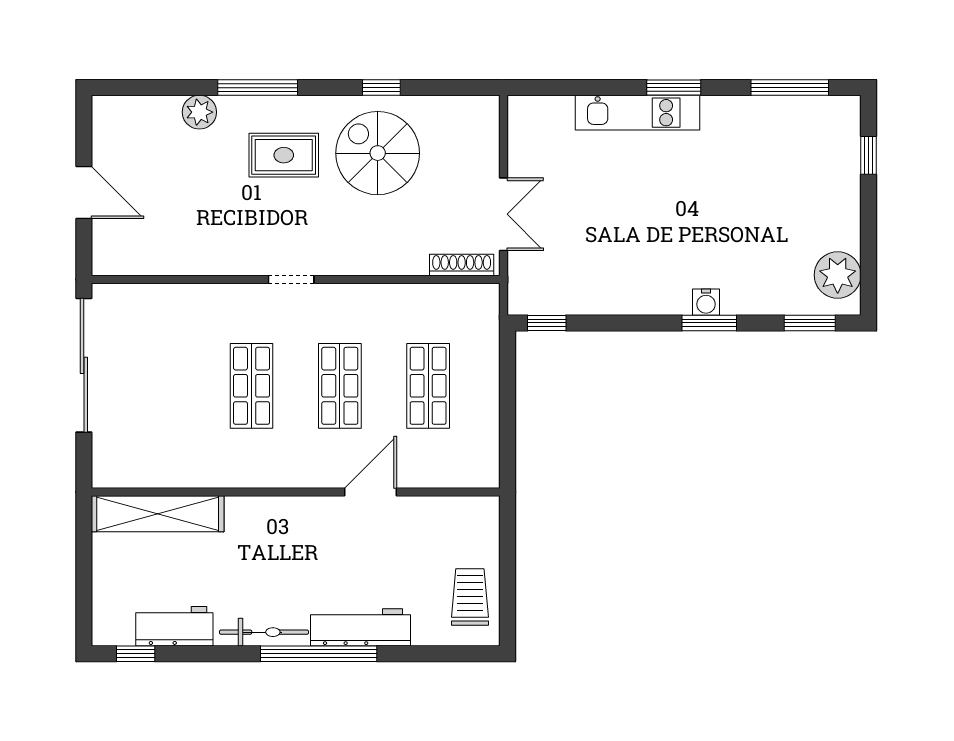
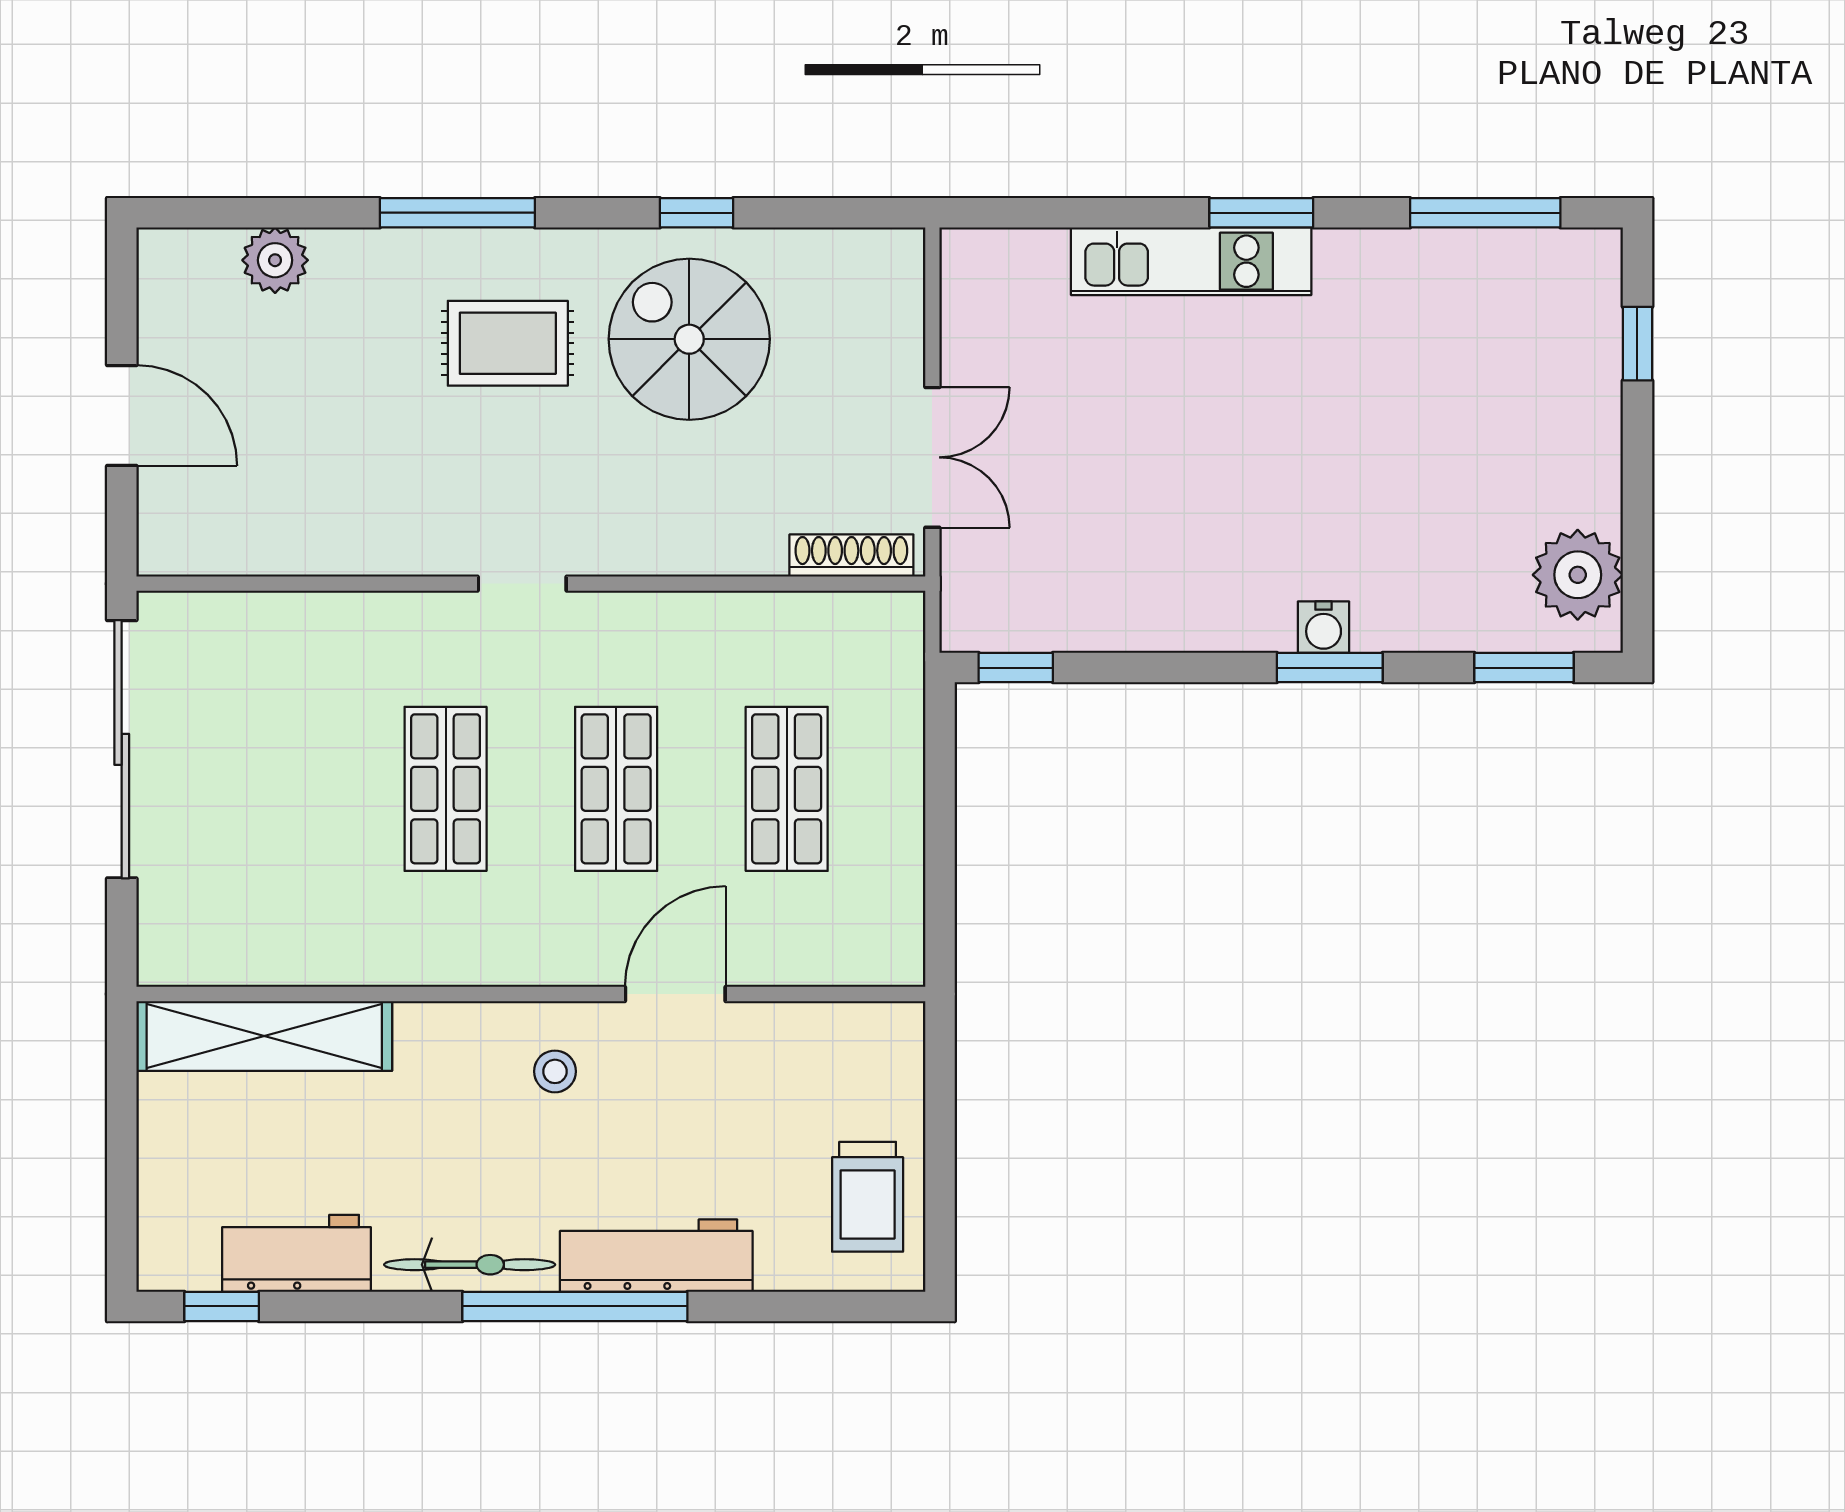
plant: (199, 112) -> (275, 260), moved
stool: (308, 532) -> (555, 1071), added
trolley: (470, 597) -> (868, 1197), turned 180

